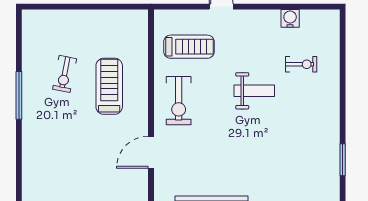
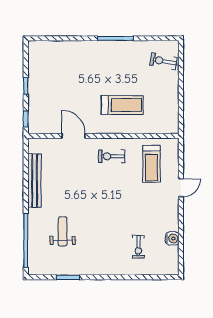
exercise bike: (65, 74) -> (164, 61), moved
weight bench: (254, 91) -> (63, 231), moved, turned 180
exercise bike: (179, 101) -> (112, 156), width x0.73, depth x0.72

